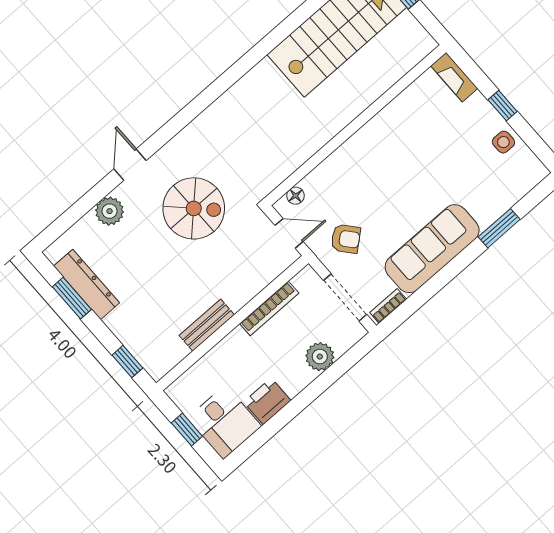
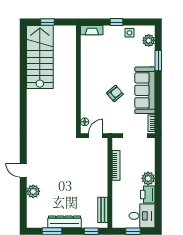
plant: (518, 184) -> (149, 40), added
spiral stairs: (194, 208) -> (58, 161), removed
armchair: (346, 239) -> (115, 93), moved
dresser: (87, 284) -> (64, 222), moved
bench: (207, 325) -> (103, 210), moved
plant: (320, 357) -> (148, 178), moved

